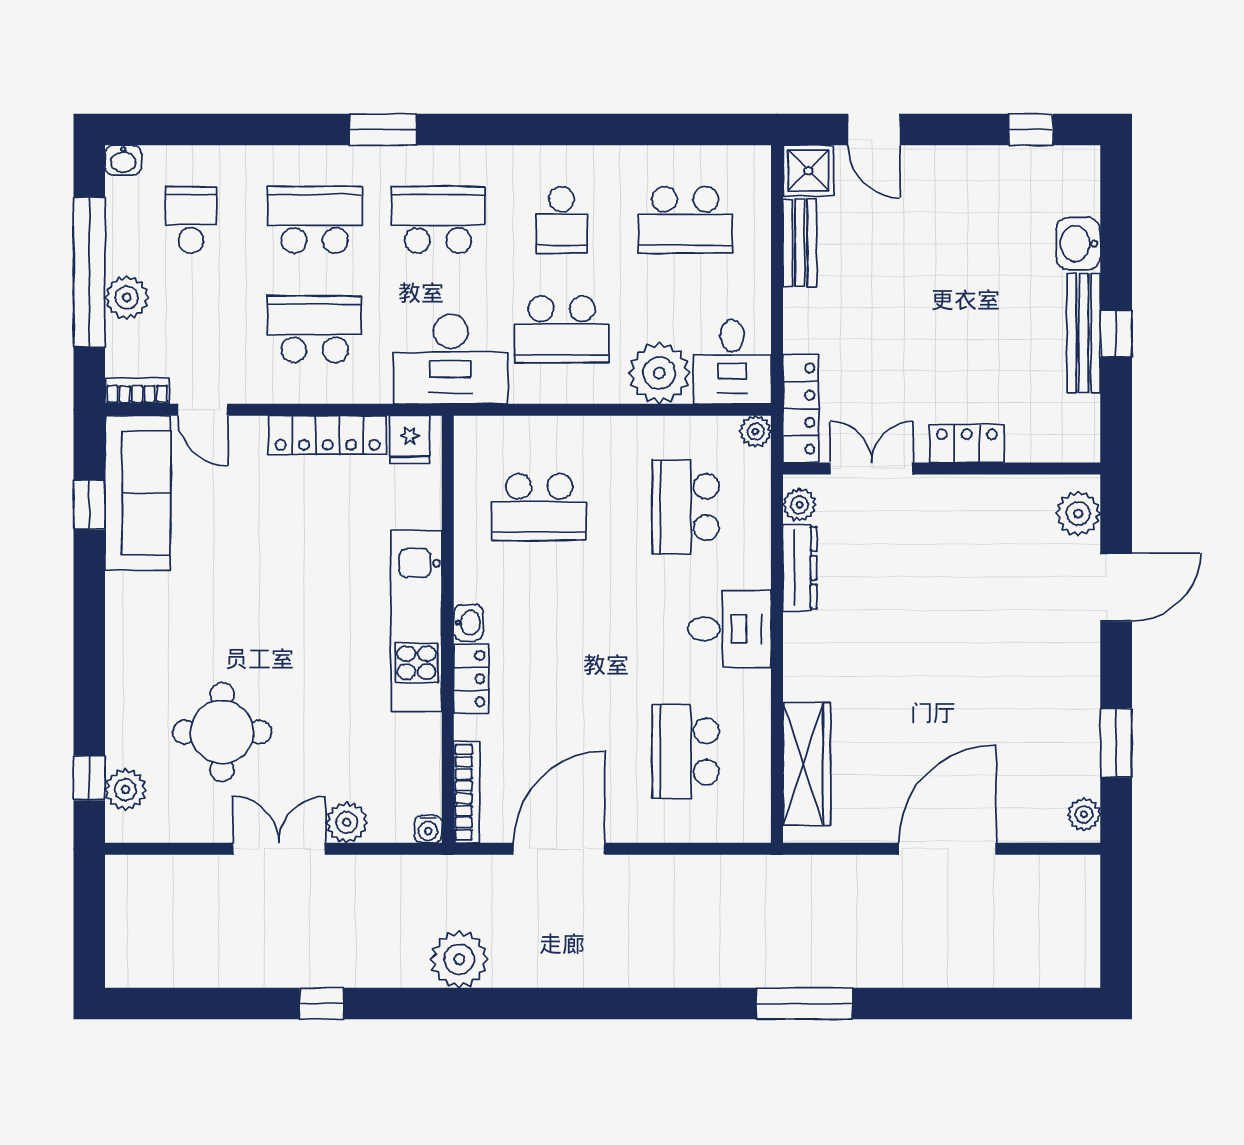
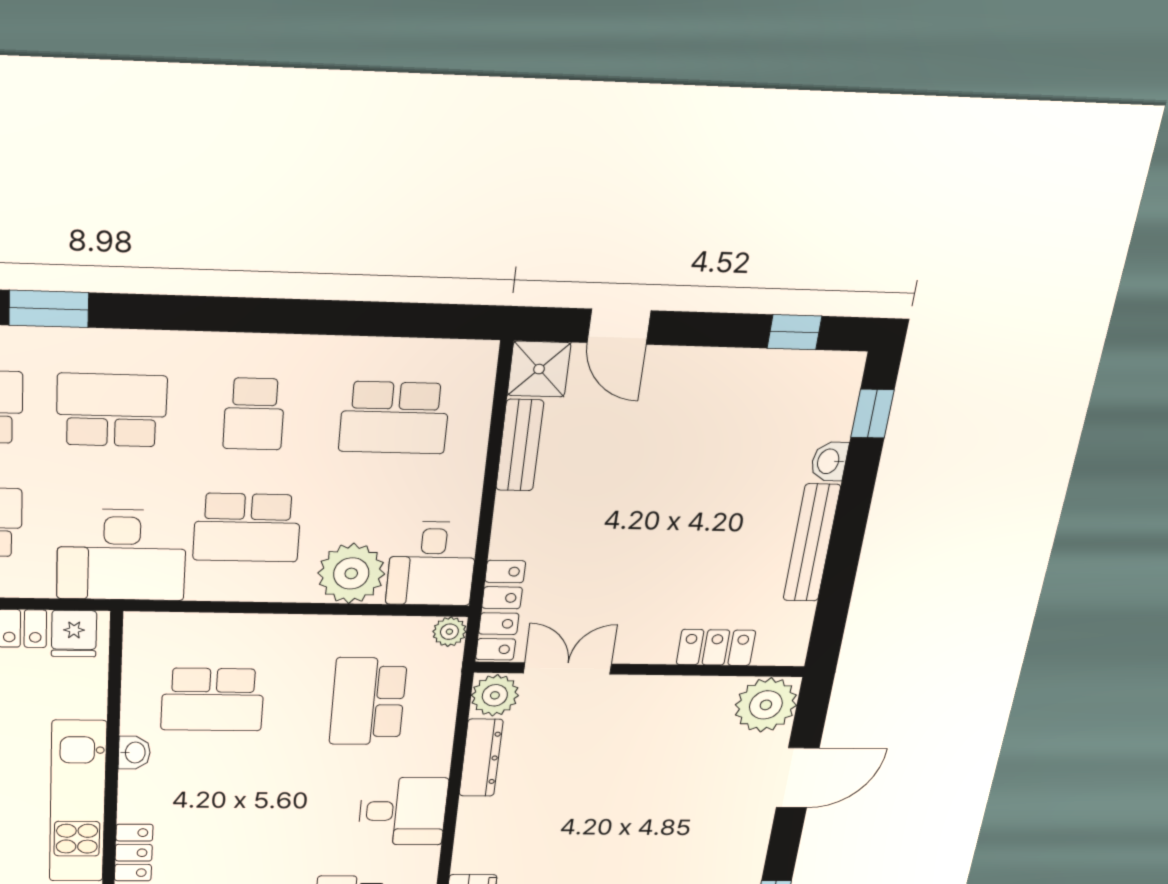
washbasin: (1078, 244) -> (829, 461), width x0.72, depth x0.69
window: (1116, 334) -> (872, 414), moved
locker: (967, 444) -> (716, 647), moved
plant: (799, 505) -> (495, 695), width x1.38, depth x1.38
plant: (1078, 513) -> (766, 705), width x1.36, depth x1.36
washbasin: (468, 623) -> (134, 753), moved

